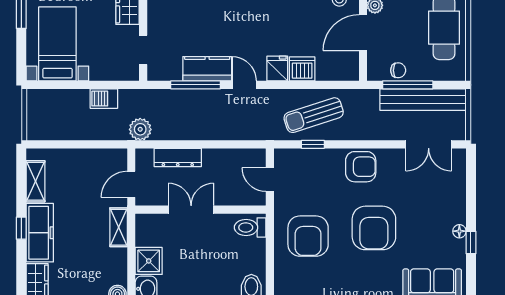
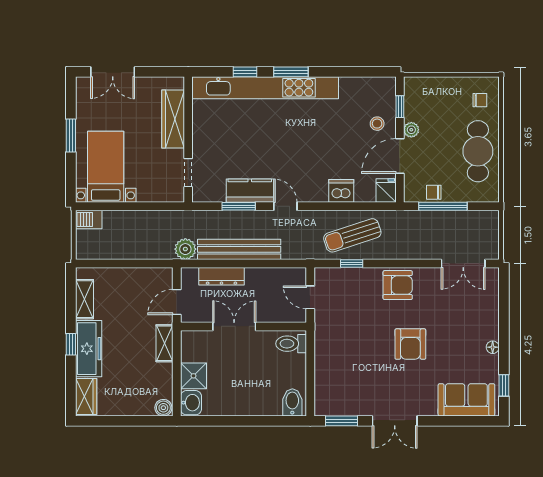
fridge: (277, 69) -> (386, 191), moved
chair: (398, 70) -> (434, 192), turned 180
window: (196, 85) -> (239, 206), width x0.69
barbecue: (104, 99) -> (89, 219), moved
bench: (423, 100) -> (239, 249), moved
armchair: (374, 228) -> (410, 344), width x0.73, depth x0.73
armchair: (308, 236) -> (347, 352), removed
window: (471, 242) -> (504, 385), moved

